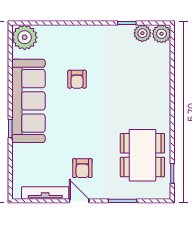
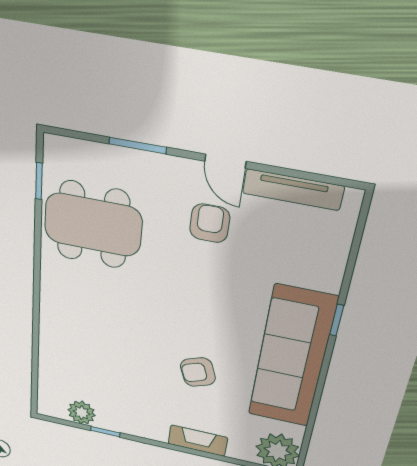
fireplace: (71, 32) -> (198, 441), added
plant: (162, 34) -> (51, 405), removed
armchair: (77, 79) -> (198, 372), turned -111
dining table: (142, 155) -> (93, 225), turned 90

